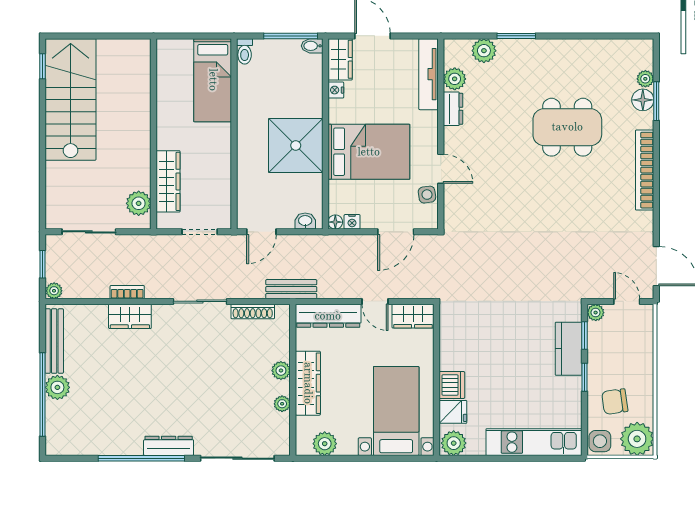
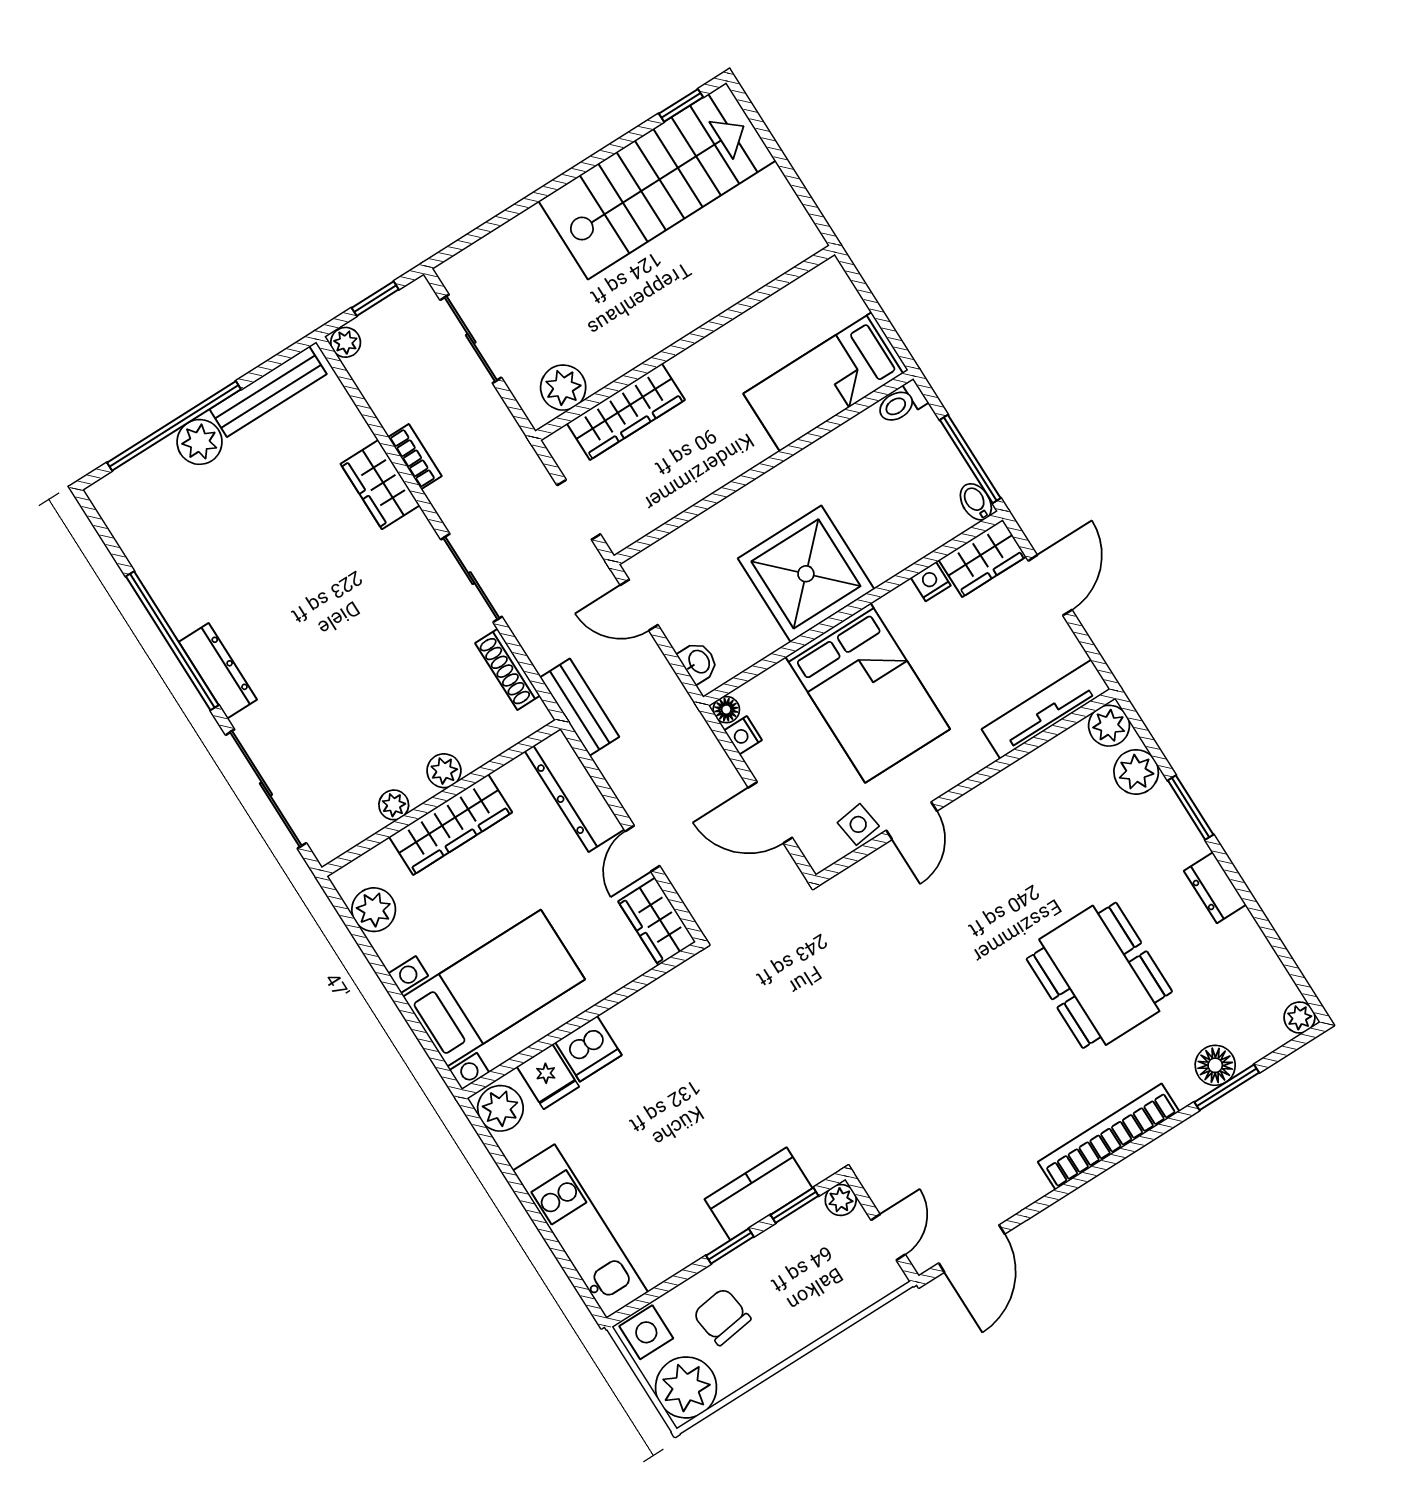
plant: (455, 79) -> (1109, 726), moved
plant: (645, 79) -> (1299, 1018), moved
dresser: (453, 109) -> (1215, 888), moved, turned 90

